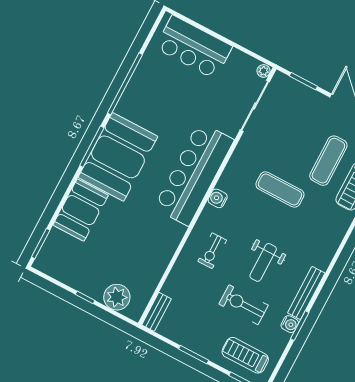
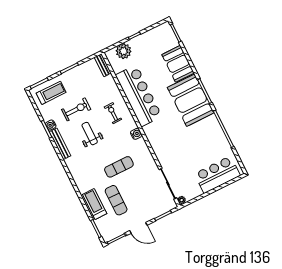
bar counter: (194, 174) -> (139, 96), moved

